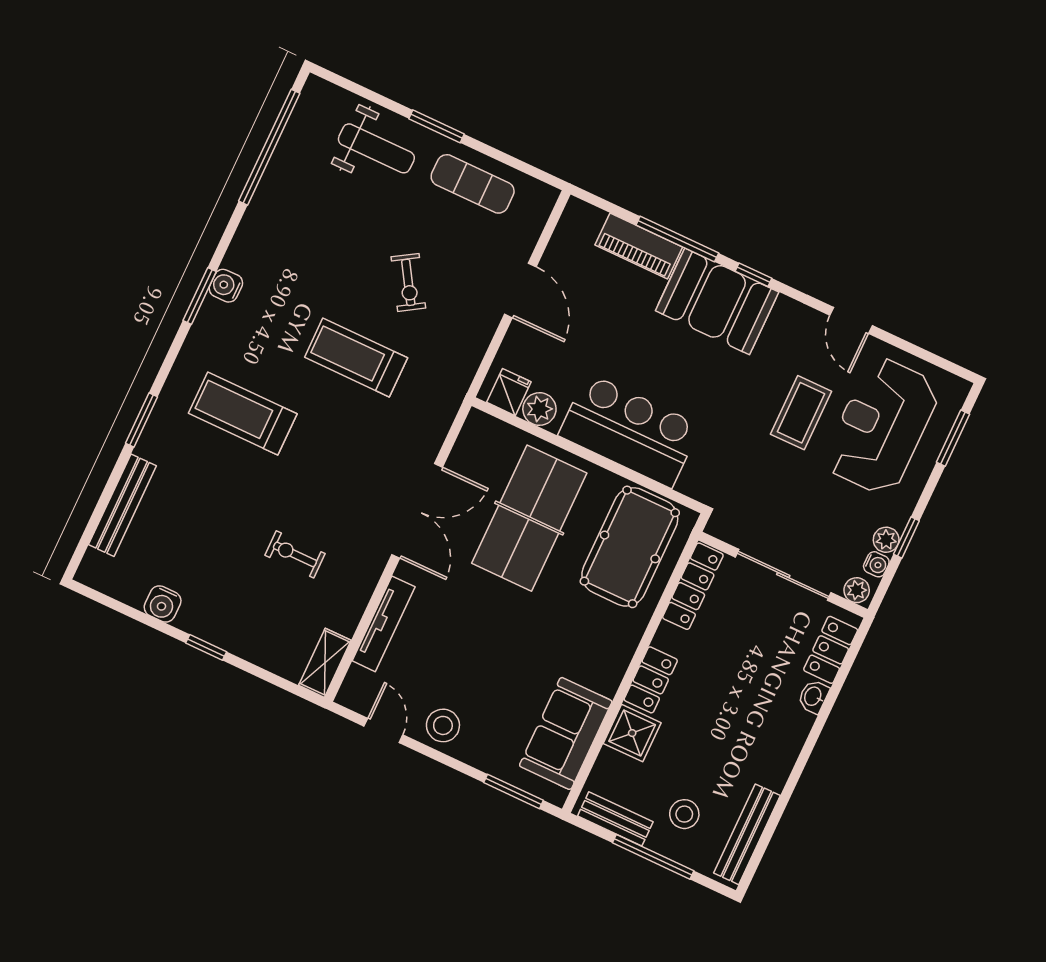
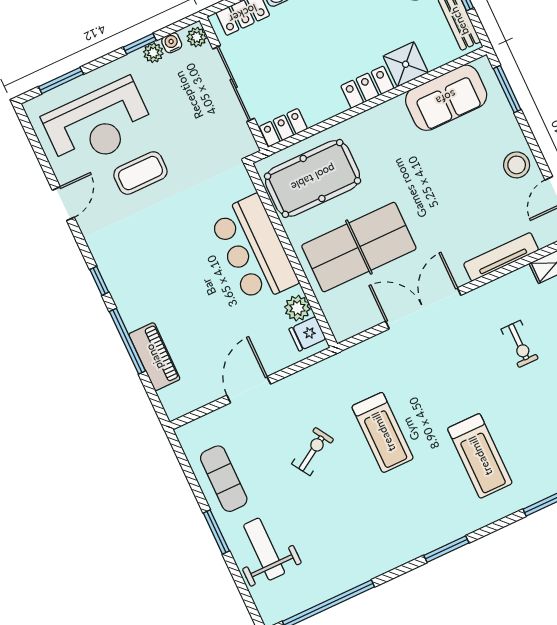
water cooler: (226, 286) -> (425, 542), removed
booth: (717, 301) -> (135, 283), removed
locker: (693, 586) -> (283, 128), width x0.66

